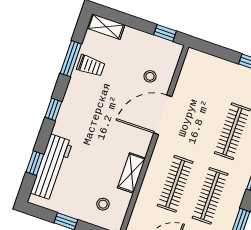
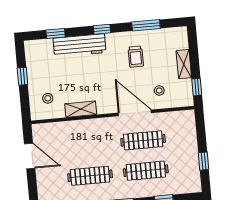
shelving: (106, 27) -> (184, 64), moved
trolley: (91, 66) -> (136, 57), moved
workbench: (52, 167) -> (80, 45), moved
clothes rail: (175, 184) -> (143, 140), moved

